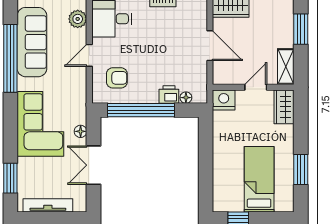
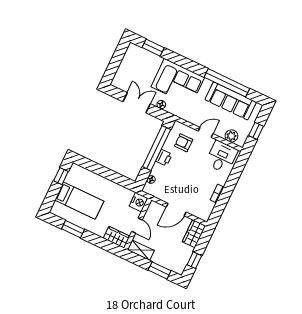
door: (89, 55) -> (206, 132), hinge flipped
armchair: (117, 78) -> (184, 143), turned 90
printer: (169, 94) -> (164, 158), moved
tv unit: (48, 205) -> (125, 63), removed

